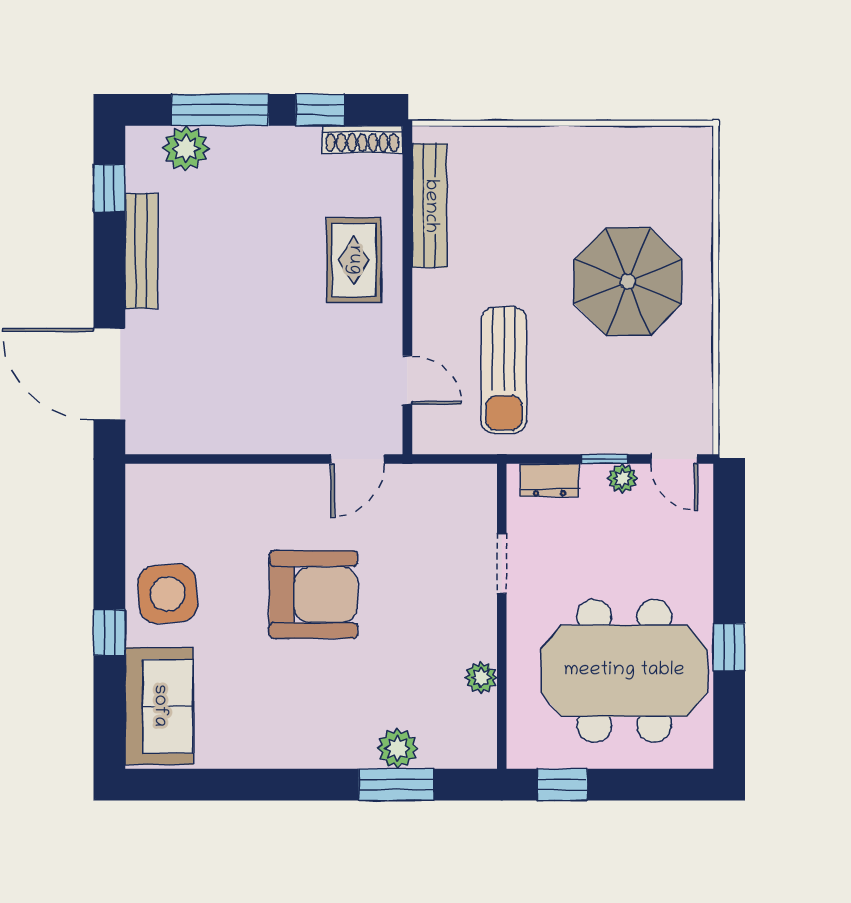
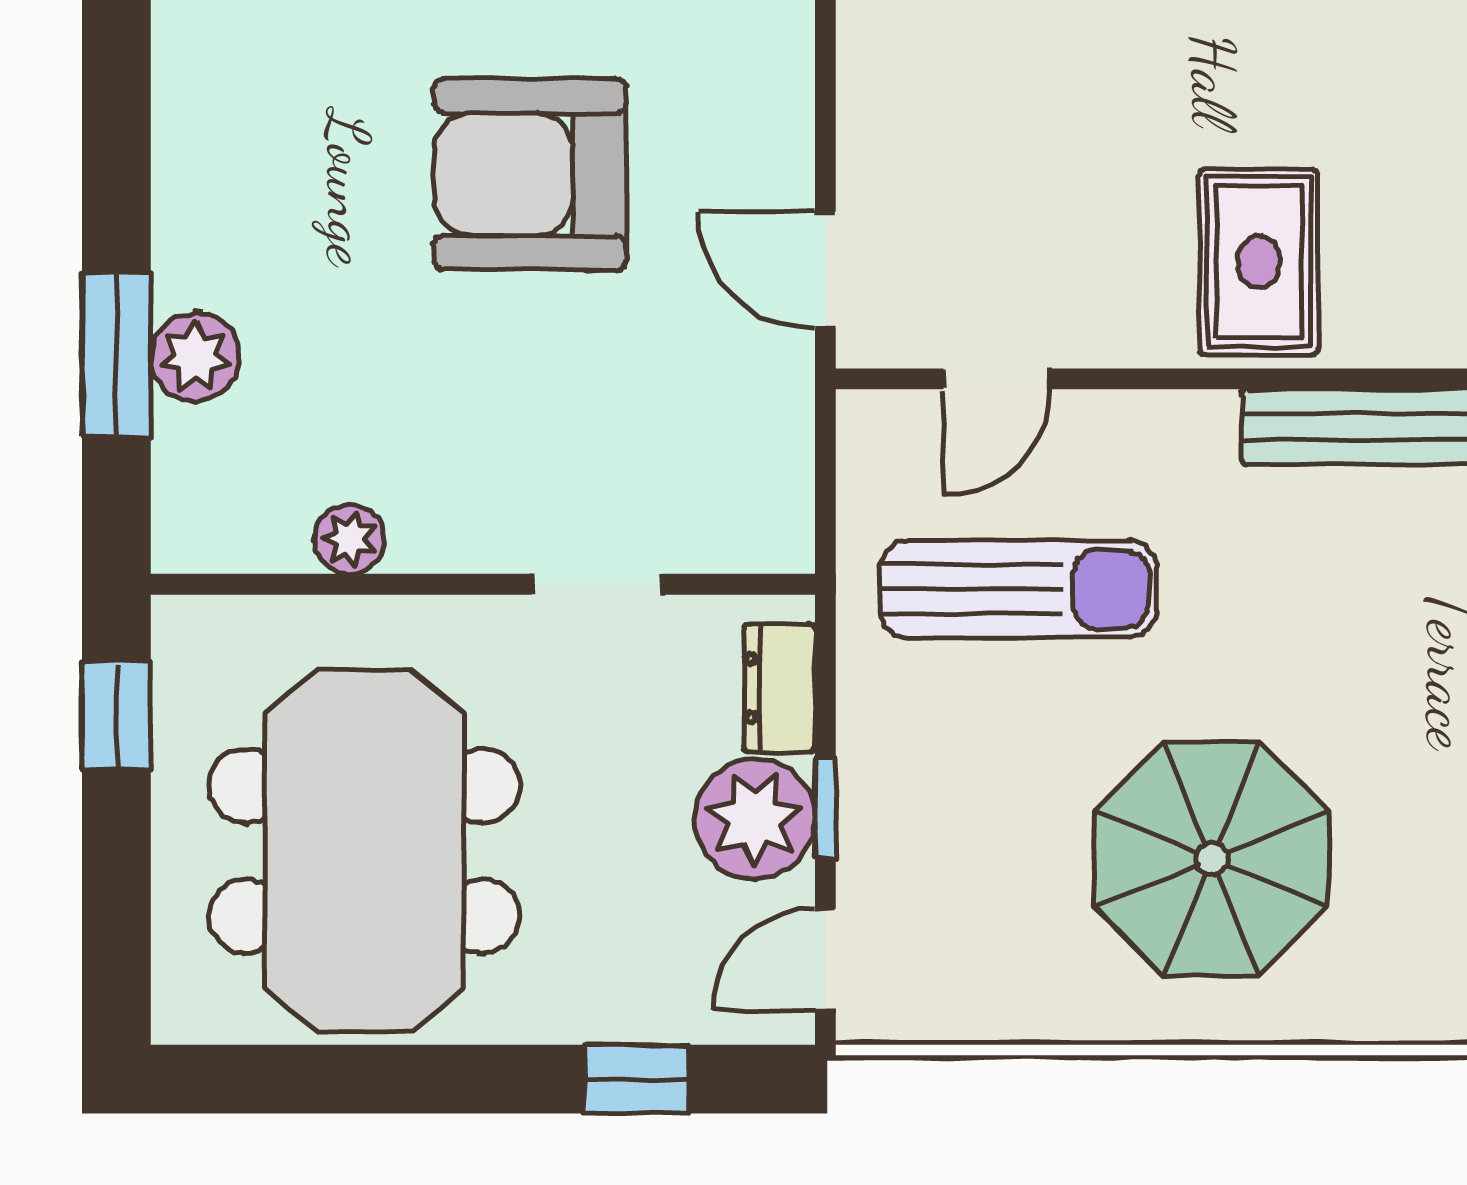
rug: (354, 260) -> (1259, 262), turned 90
sun lounger: (504, 370) -> (1018, 589), turned 180
plant: (622, 478) -> (755, 819), width x1.88, depth x1.88
armchair: (313, 594) -> (530, 174), turned 90
window: (729, 647) -> (637, 1079), moved

